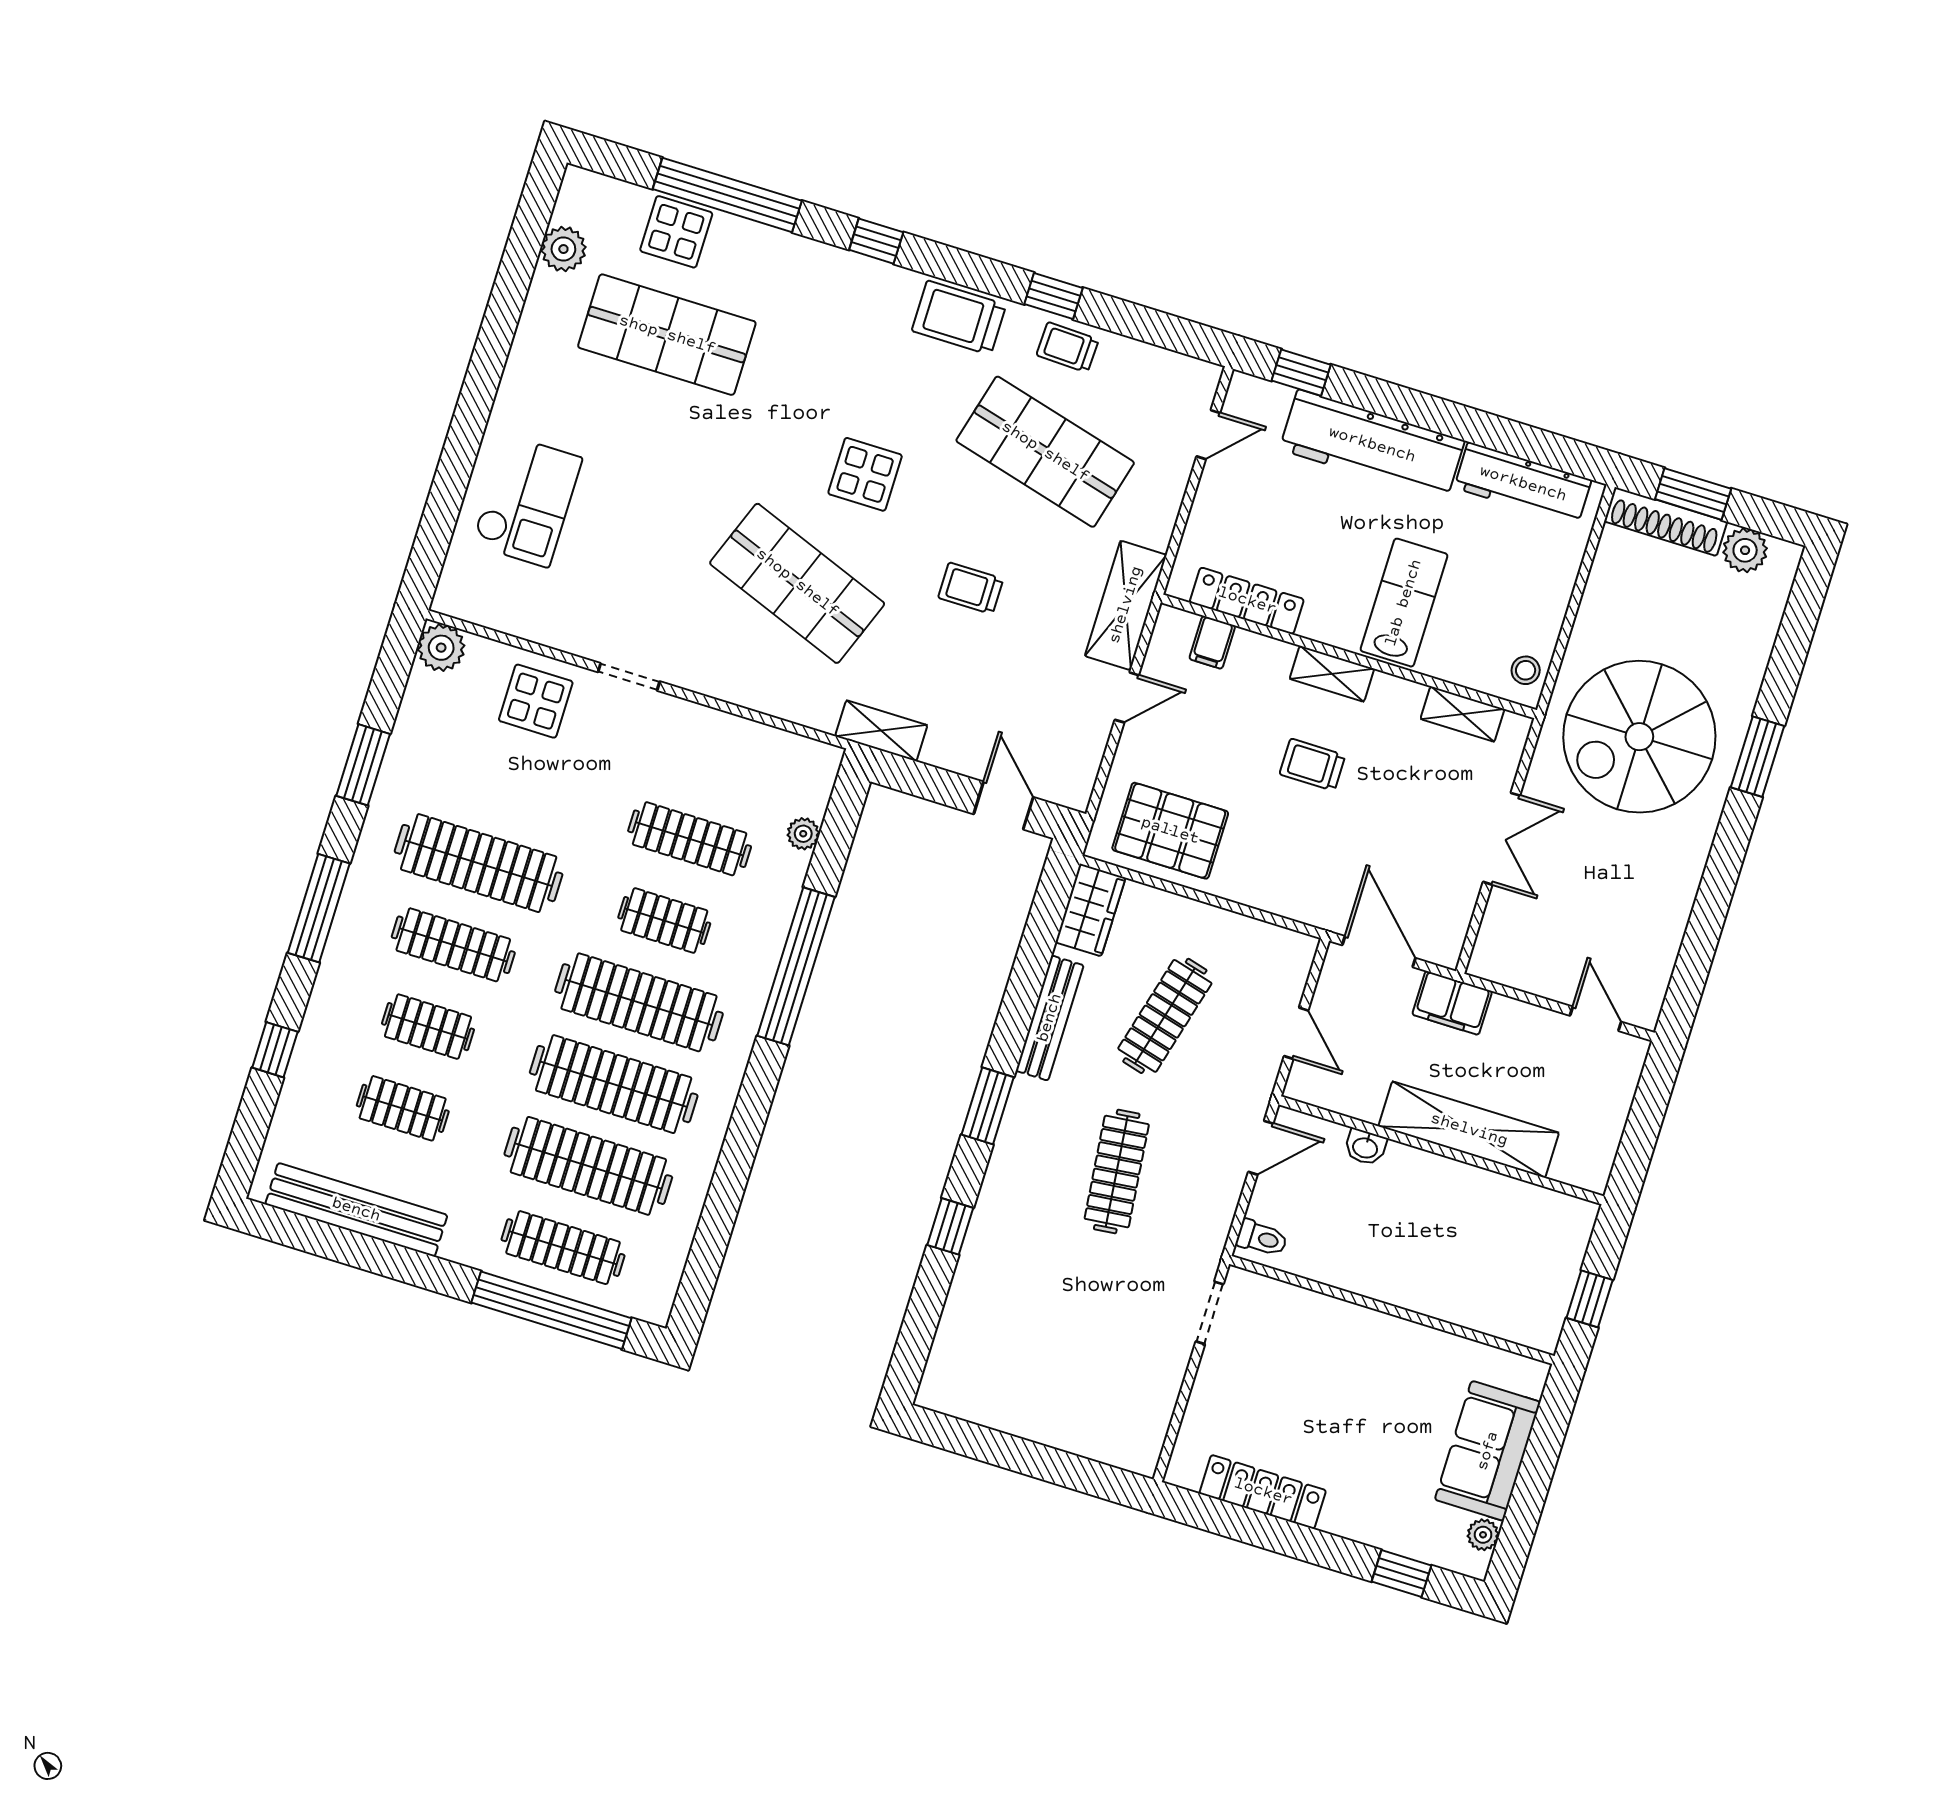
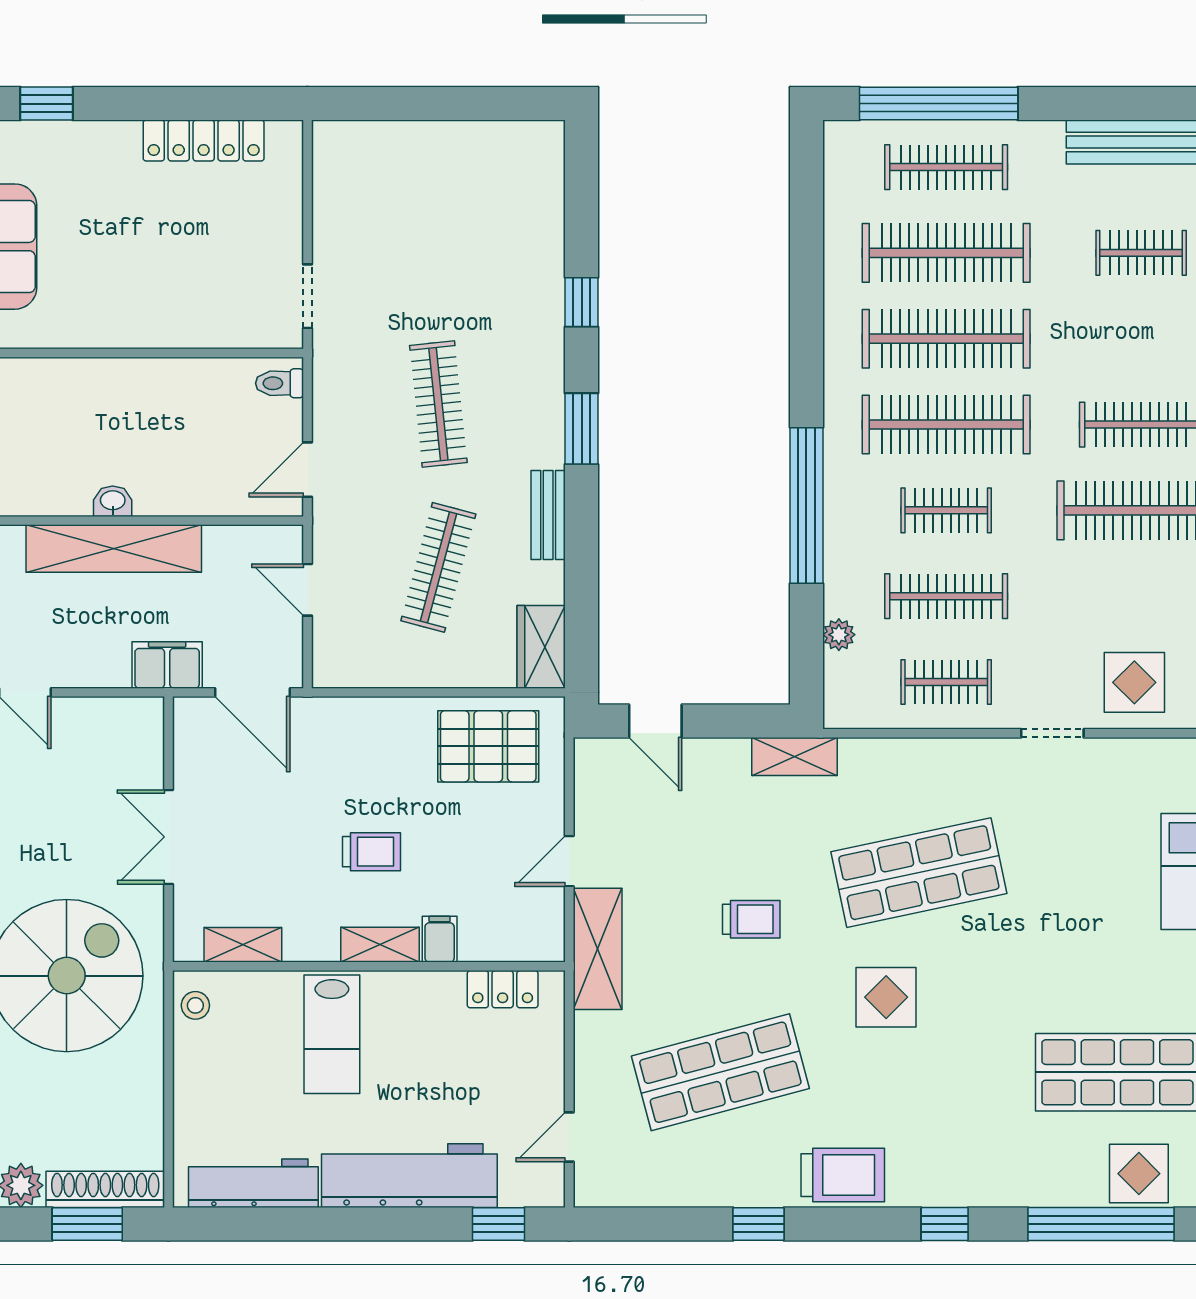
trolley: (1068, 347) -> (730, 1179), removed
shop shelf: (1045, 452) -> (720, 1072), turned -30
shop shelf: (797, 583) -> (919, 873), turned -33
locker: (1247, 601) -> (503, 989), width x0.66
filing cabinet: (1212, 642) -> (440, 939), moved
bench: (1050, 1018) -> (548, 515), width x0.73
clothes rail: (428, 1027) -> (946, 682), moved
washbasin: (1365, 1147) -> (113, 501), moved

